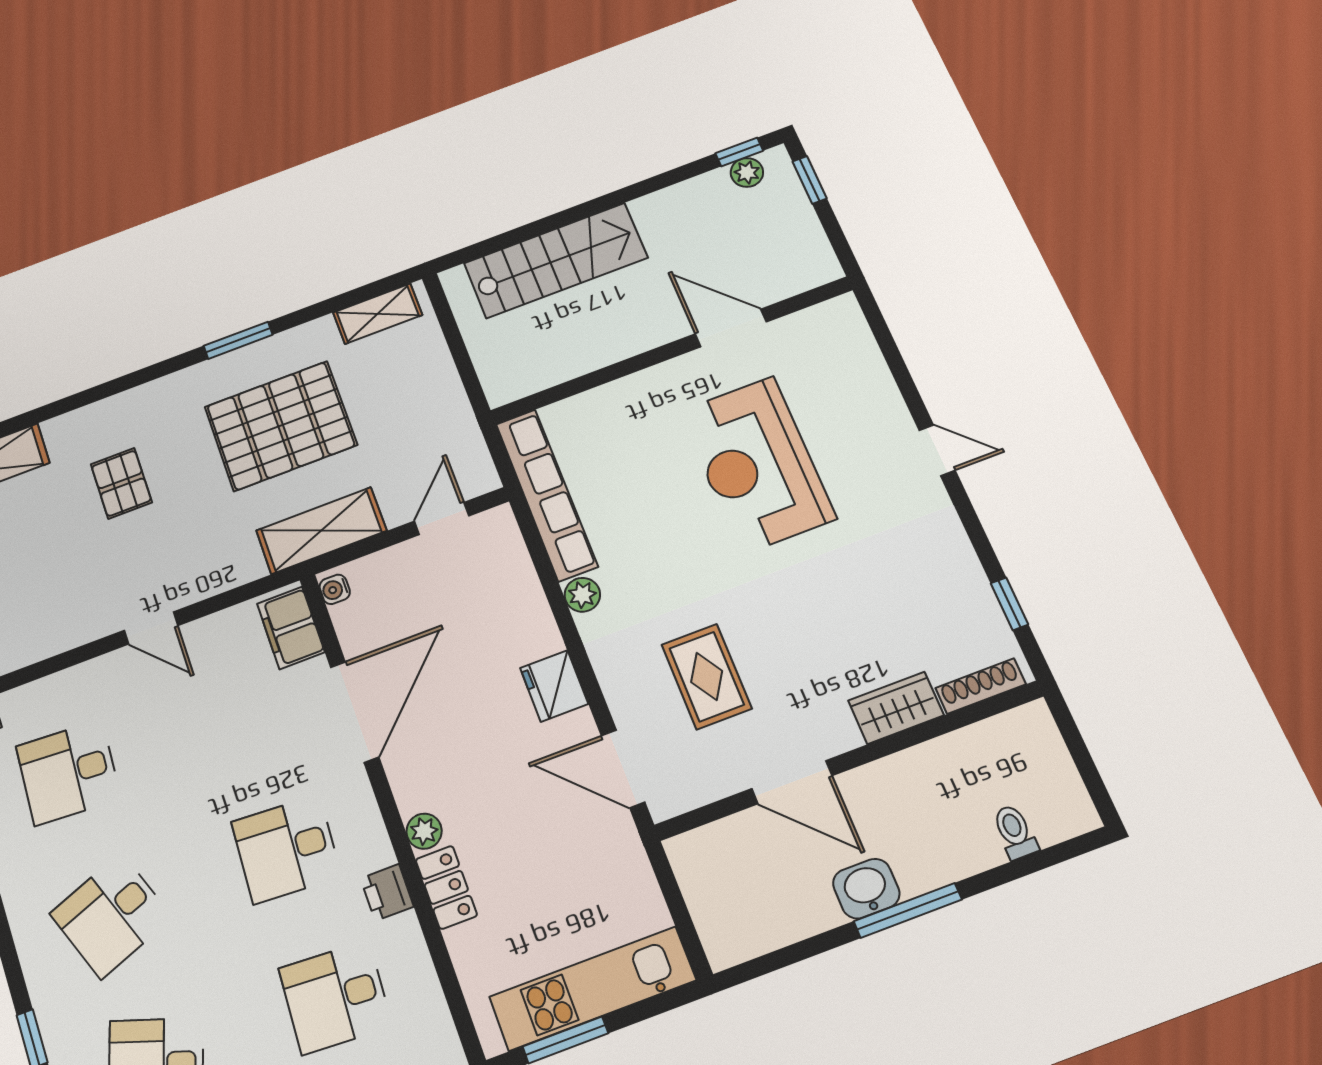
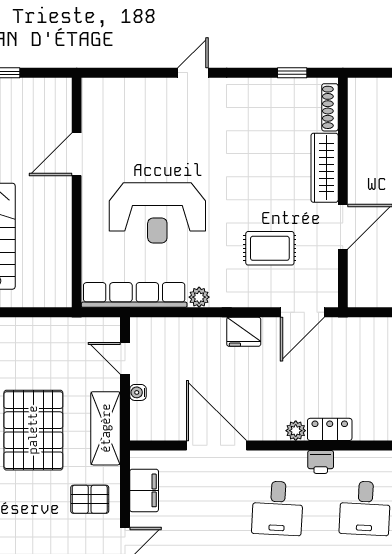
reception desk: (757, 465) -> (157, 213), moved
pallet: (121, 483) -> (90, 499), moved
water cooler: (335, 589) -> (138, 392), moved, turned 90
filing cabinet: (291, 628) -> (144, 490), moved, turned -90
wardrobe: (896, 708) -> (325, 168), width x1.50

